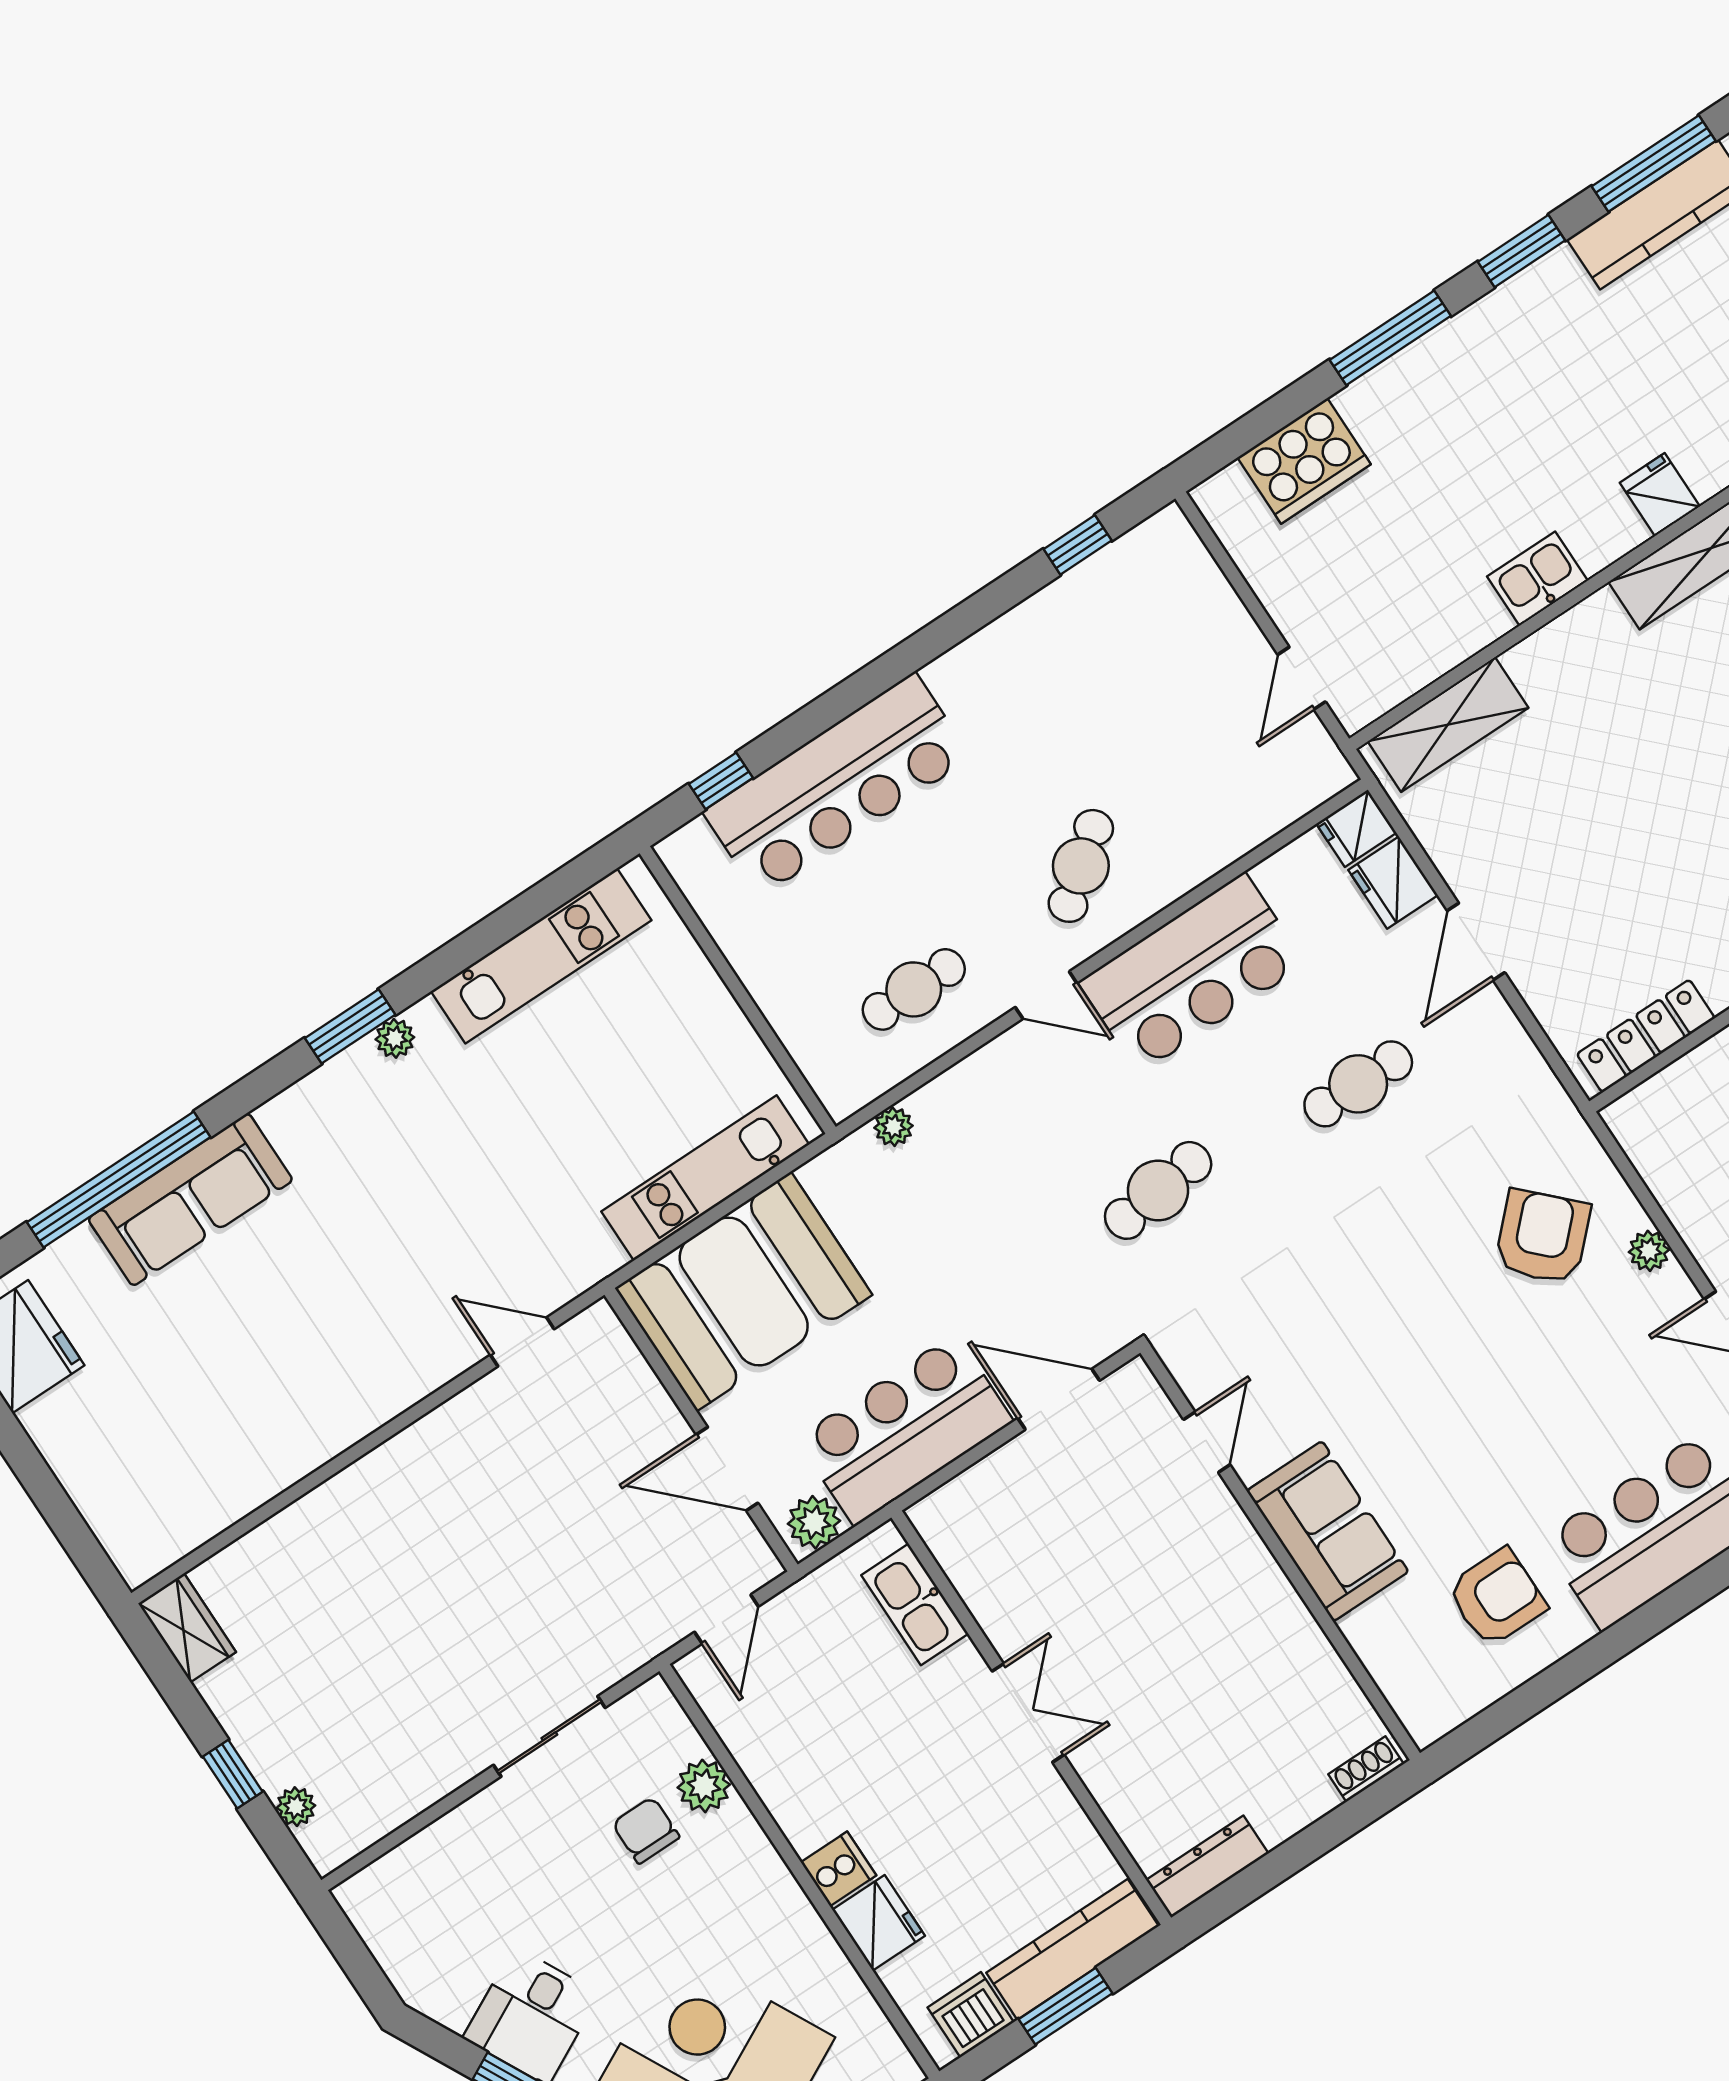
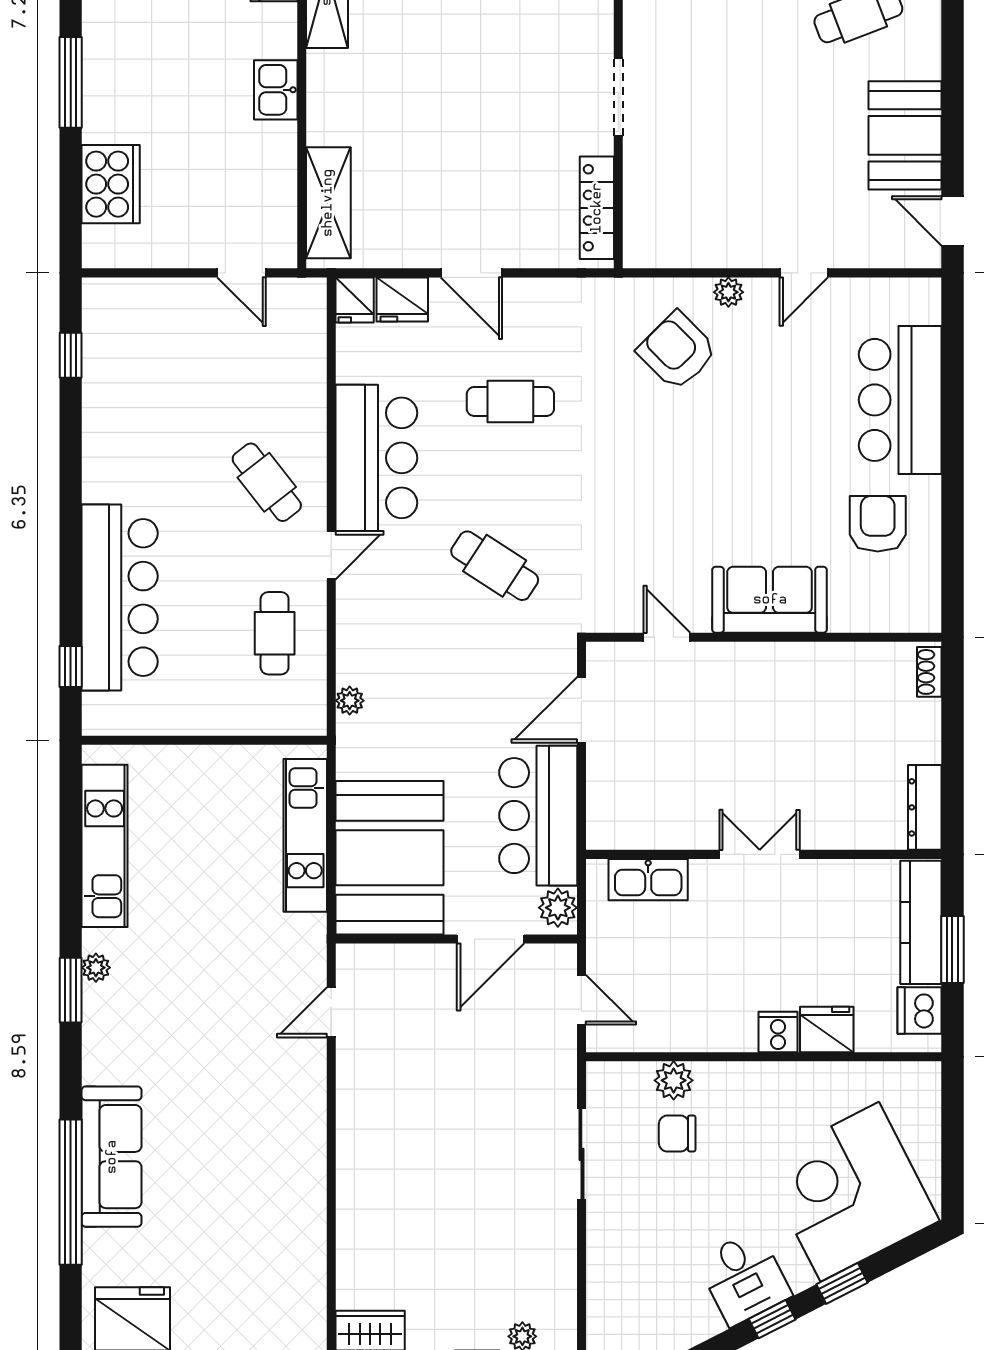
cafe table: (1358, 1084) -> (510, 401), turned 90
cafe table: (1158, 1190) -> (495, 566), turned -50

